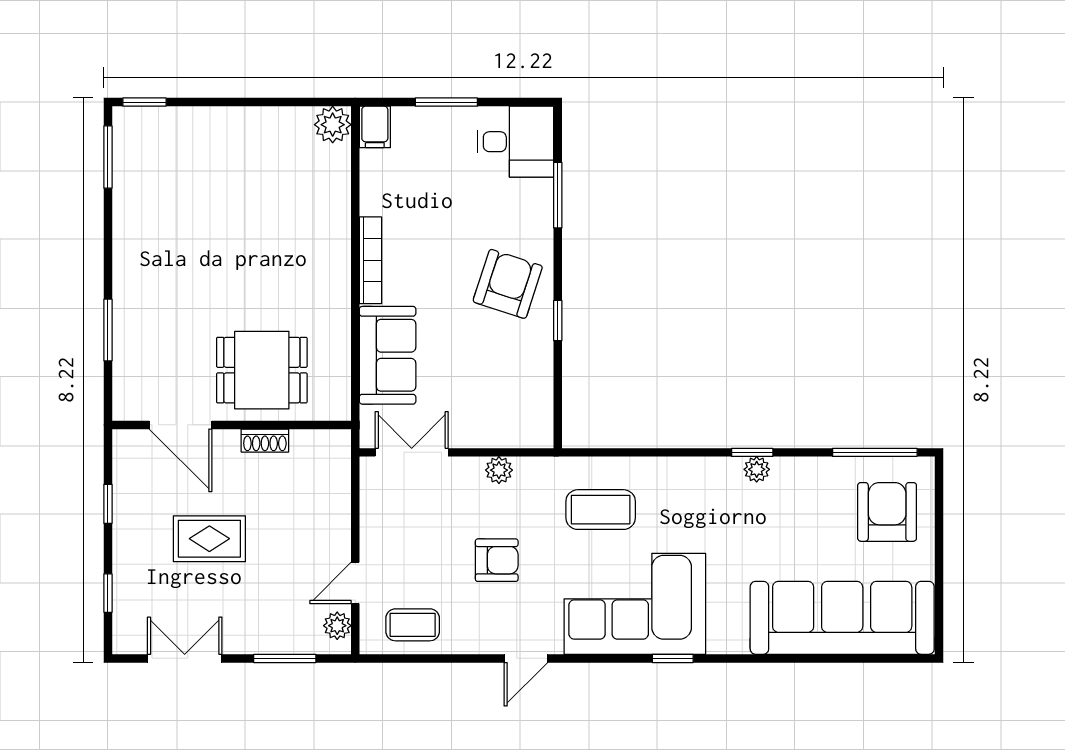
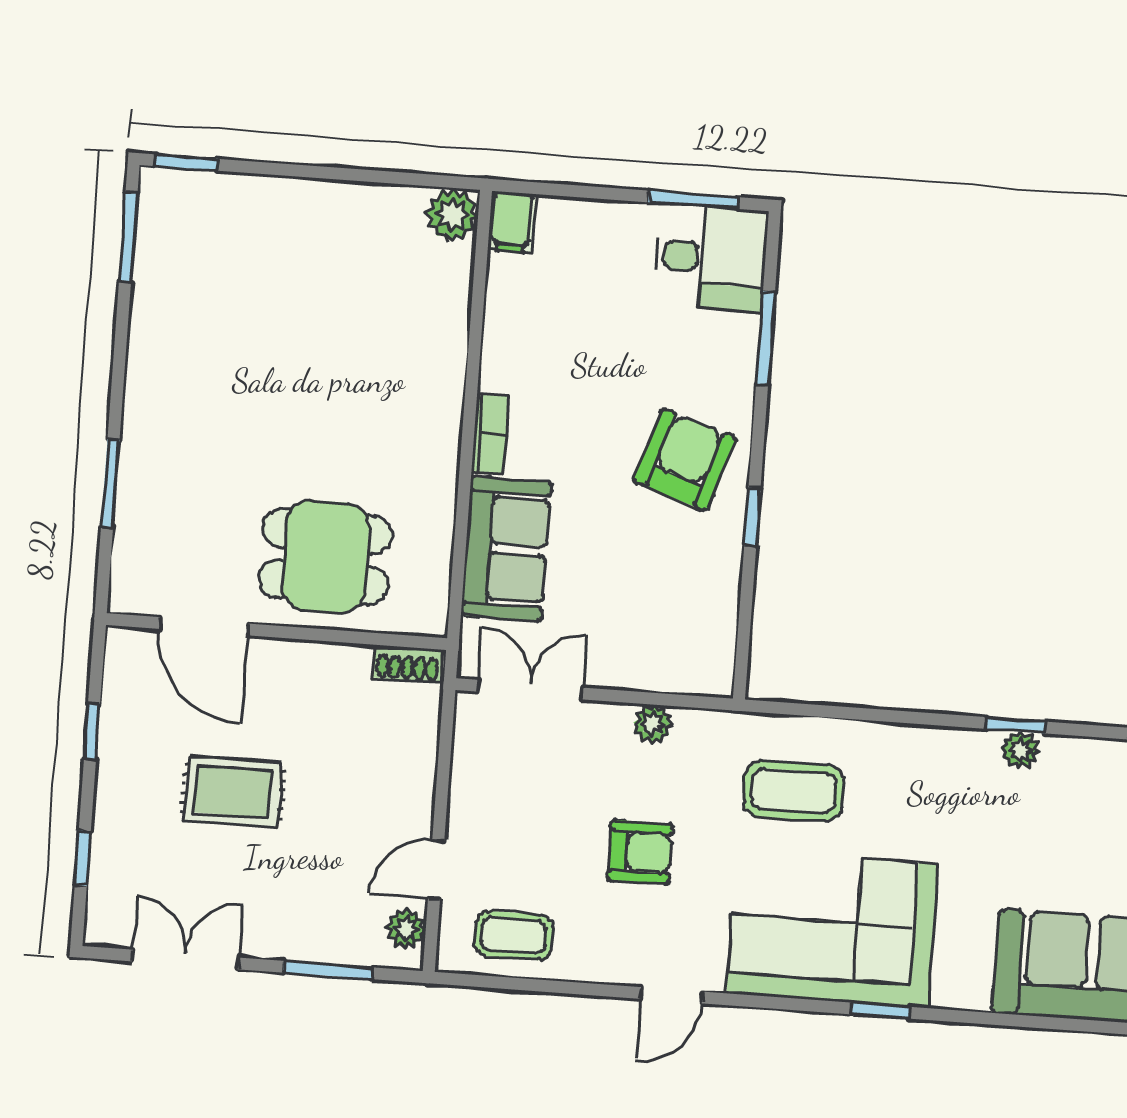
window: (446, 102) -> (693, 200), moved
bookcase: (370, 260) -> (490, 434), width x0.64
shoe rack: (265, 441) -> (408, 664), moved

